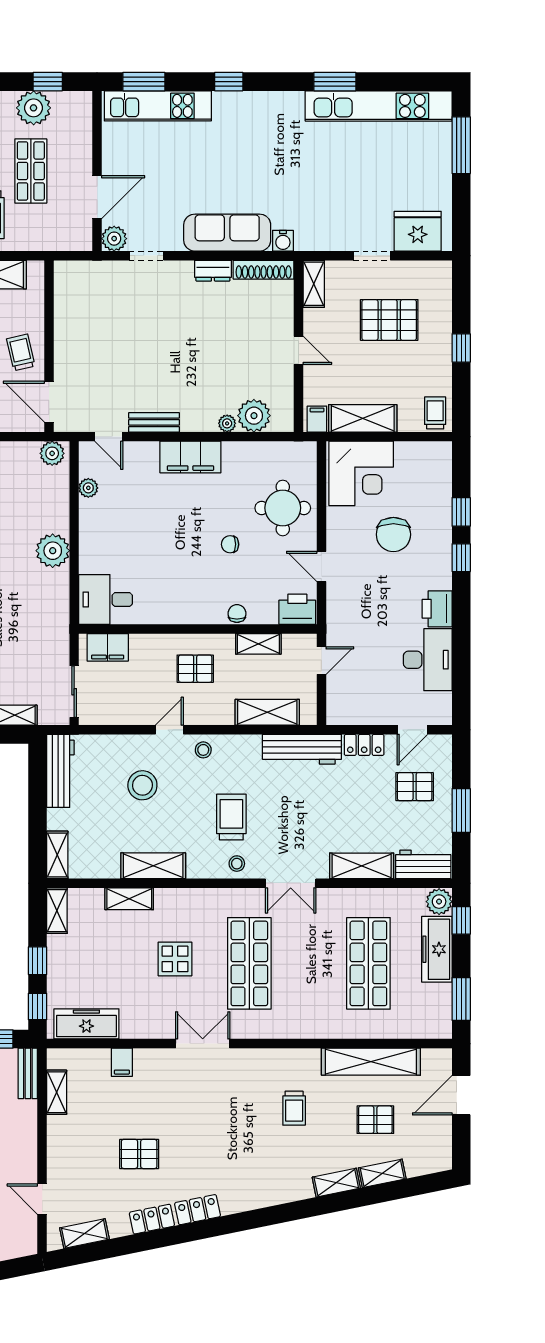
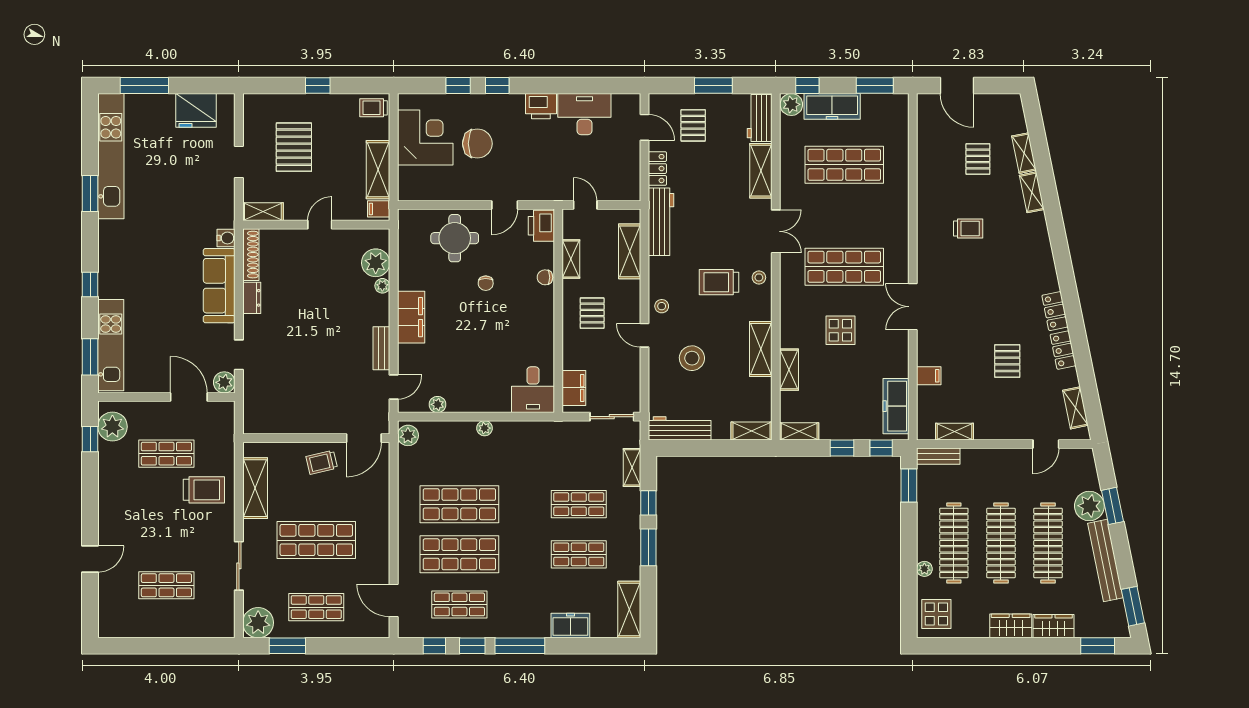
plant: (34, 108) -> (112, 427), moved
fridge: (418, 231) -> (196, 110), moved, turned -90
corner desk: (361, 473) -> (425, 138), moved
plant: (53, 551) -> (485, 428), width x0.53, depth x0.53
shelving: (371, 1062) -> (928, 163), removed

